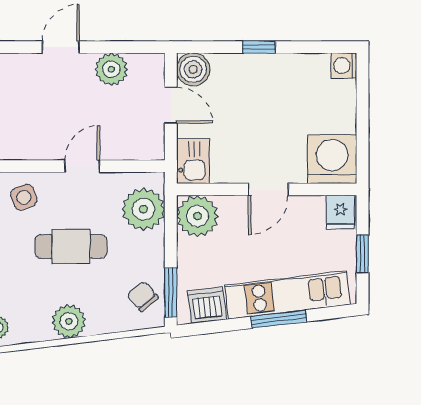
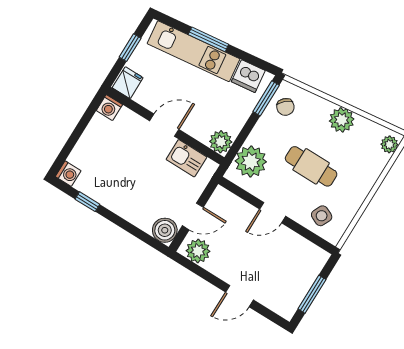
window: (259, 47) -> (87, 202), moved
plant: (111, 69) -> (198, 251), moved
door: (171, 105) -> (193, 216), swing flipped
washing machine: (332, 159) -> (109, 108), width x0.53, depth x0.53
kitchen sink: (193, 161) -> (187, 158), moved, turned -90
side table: (24, 197) -> (322, 216), turned 45
plant: (197, 216) -> (221, 142), width x0.73, depth x0.73

